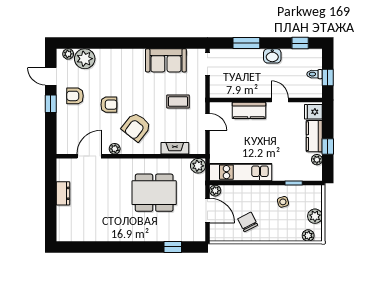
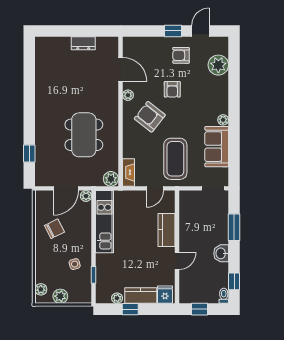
plant: (68, 54) -> (223, 120), moved
toilet: (315, 74) -> (224, 296), moved
armchair: (75, 96) -> (181, 55), turned -90
coffee table: (178, 102) -> (175, 159), width x1.86, depth x1.72
fireplace: (175, 148) -> (128, 172), moved

